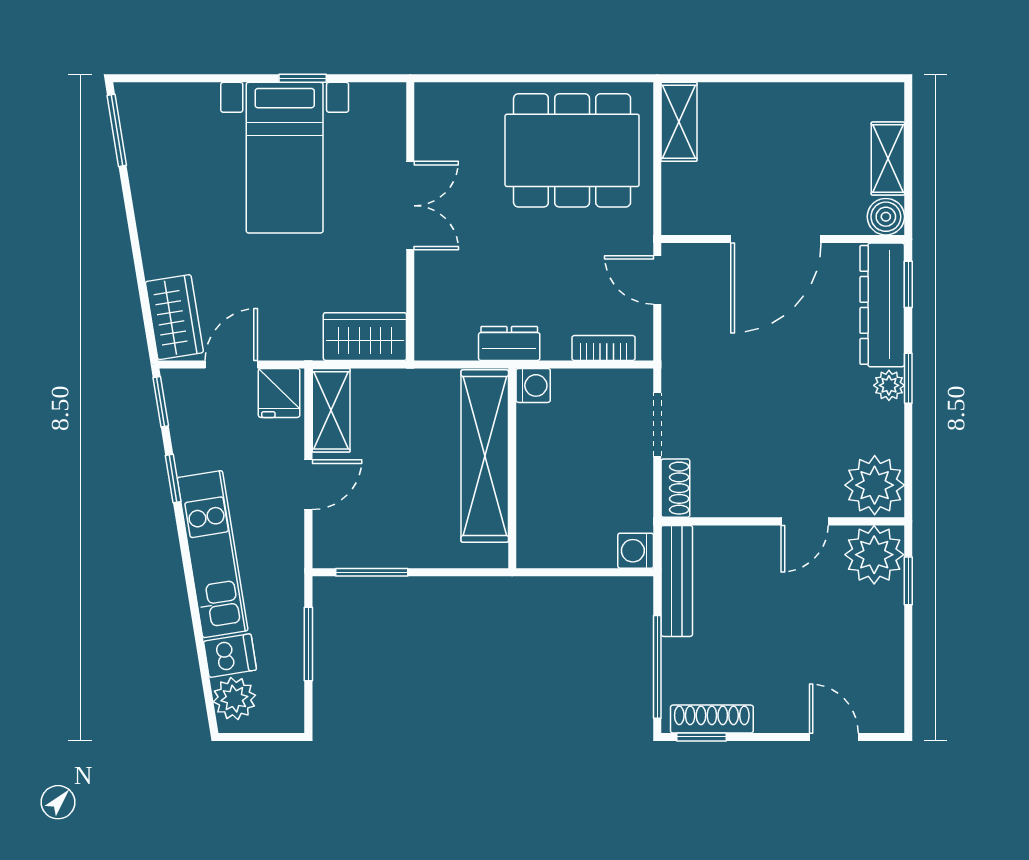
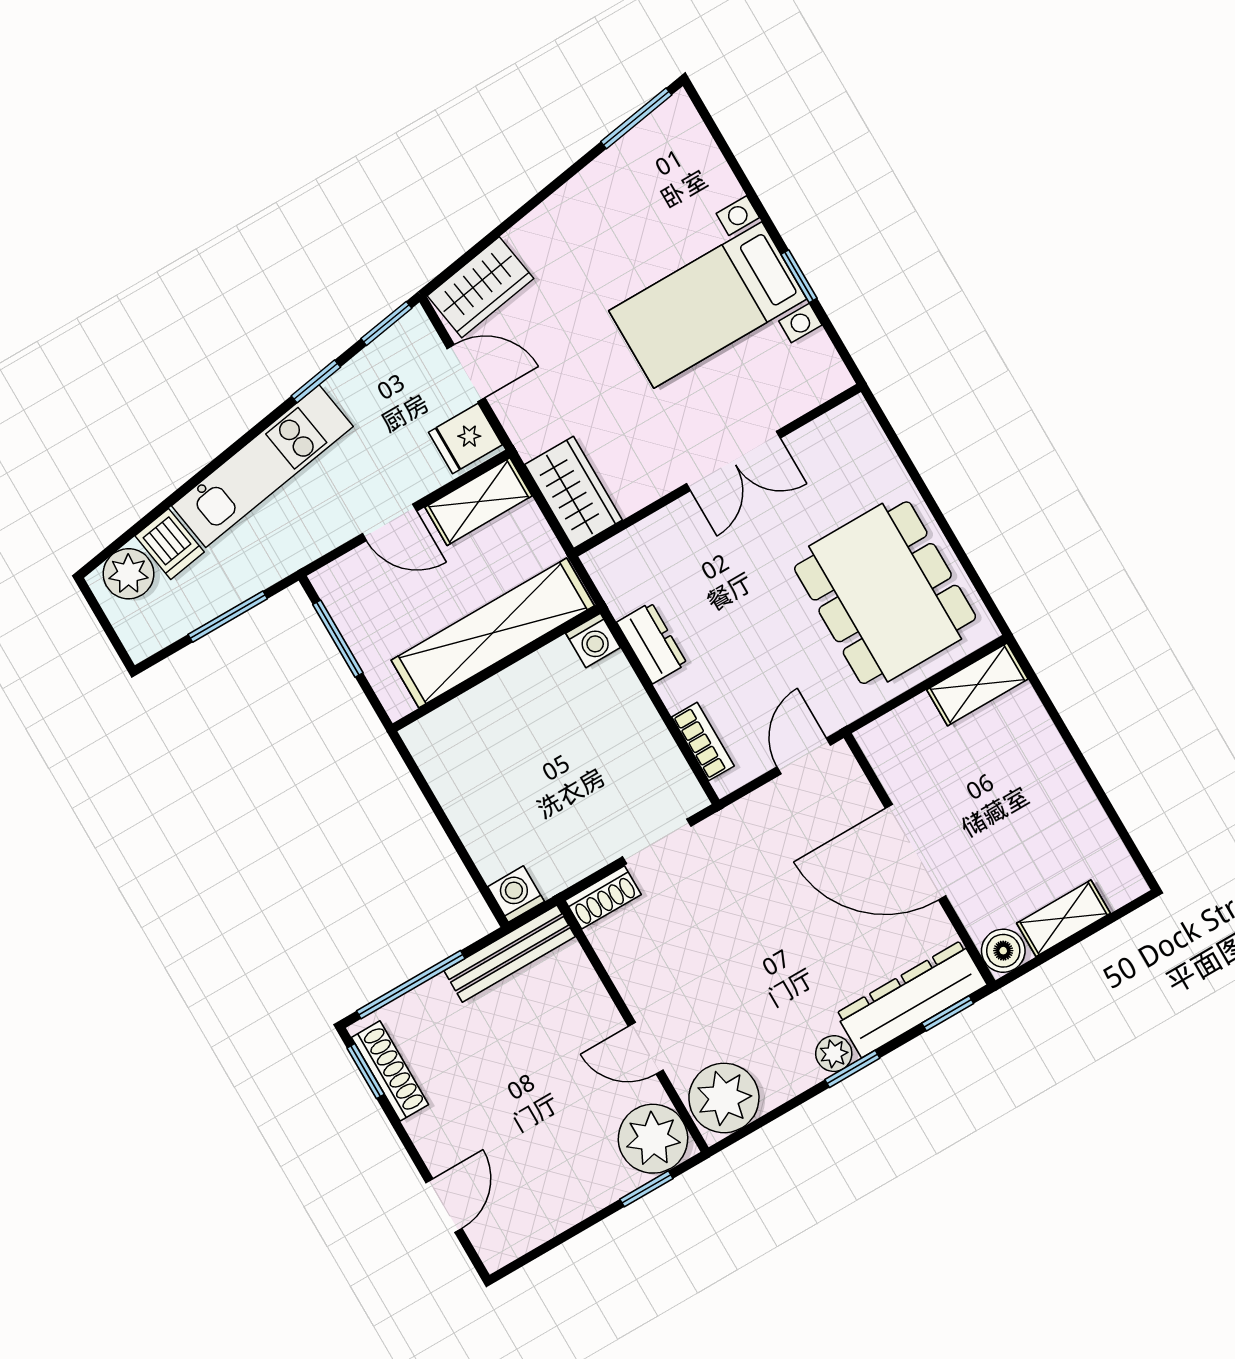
washing machine: (533, 385) -> (593, 640), moved
shelving: (485, 456) -> (493, 633), moved
wall: (512, 468) -> (496, 668), moved

